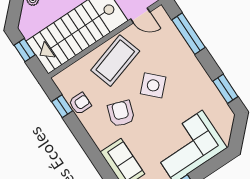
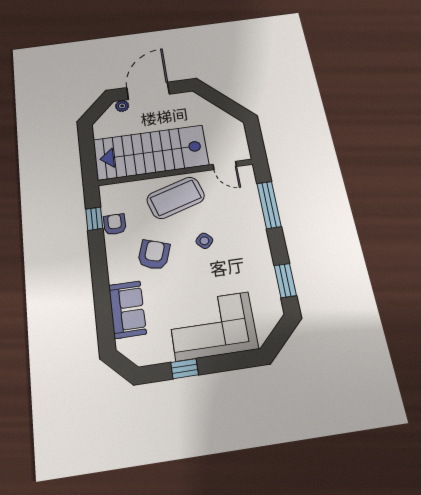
window: (25, 50) -> (87, 148), removed
side table: (153, 85) -> (204, 241), width x0.54, depth x0.54
armchair: (80, 103) -> (115, 224), turned -90

